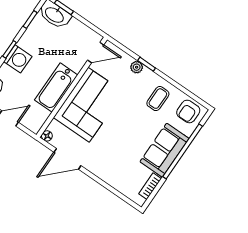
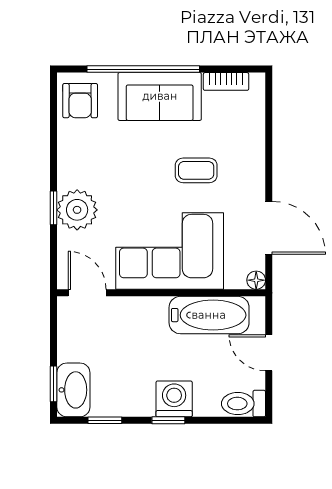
plant: (137, 67) -> (77, 210), width x1.88, depth x1.88
bathtub: (56, 87) -> (209, 315), moved
coffee table: (158, 99) -> (196, 170), moved
armchair: (188, 111) -> (80, 101), turned 90

